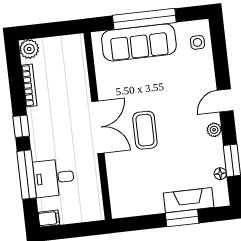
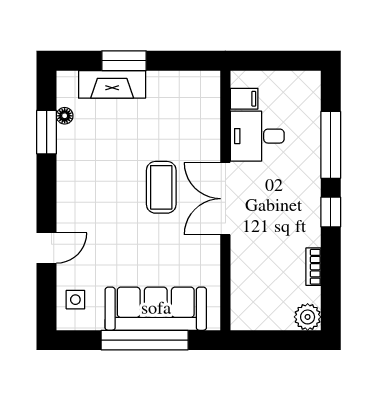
bookcase: (29, 86) -> (313, 267), width x0.64
door: (225, 101) -> (47, 248), moved
plant: (214, 130) -> (66, 177), removed
desk: (54, 178) -> (257, 136), moved, turned 180
filing cabinet: (49, 219) -> (244, 99), moved, turned 180

